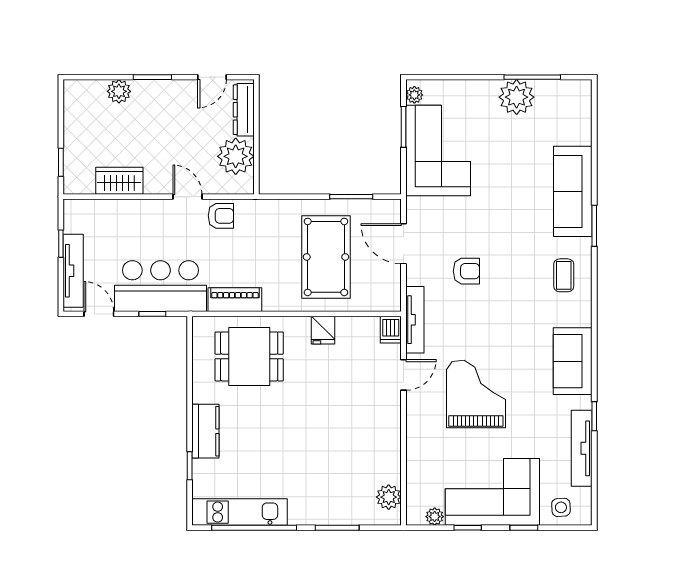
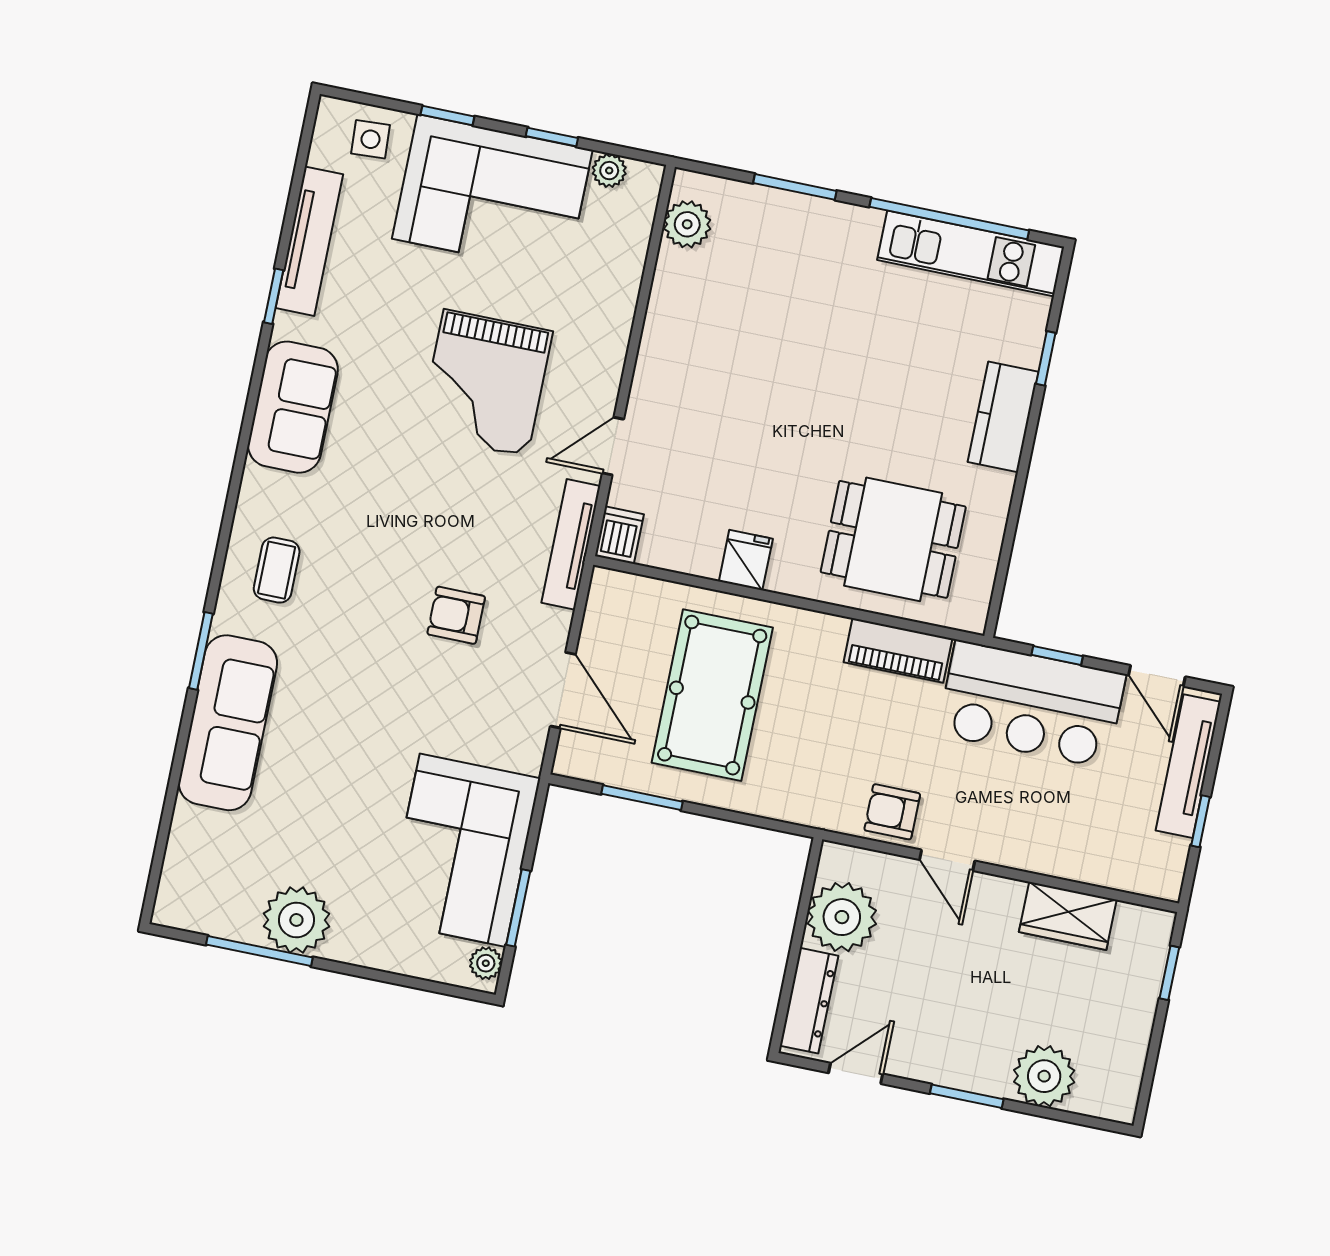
plant: (119, 91) -> (1044, 1076), width x1.36, depth x1.36

